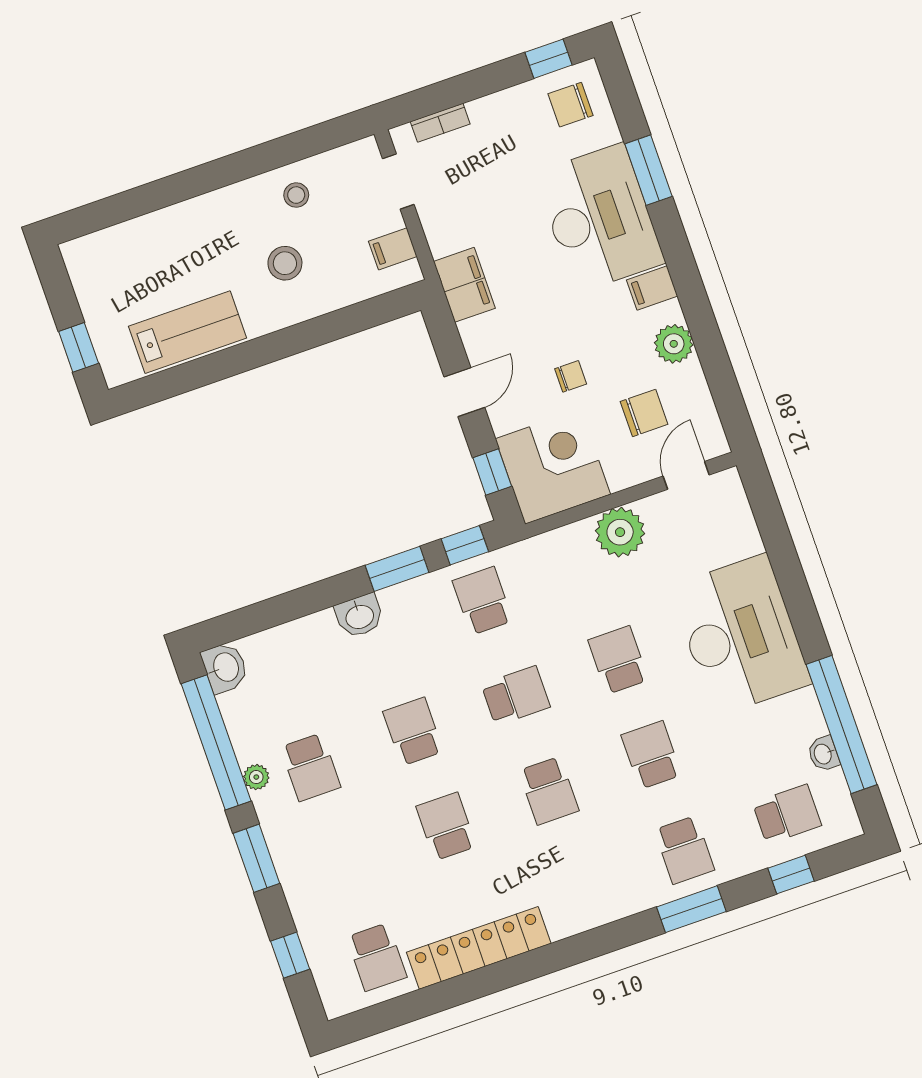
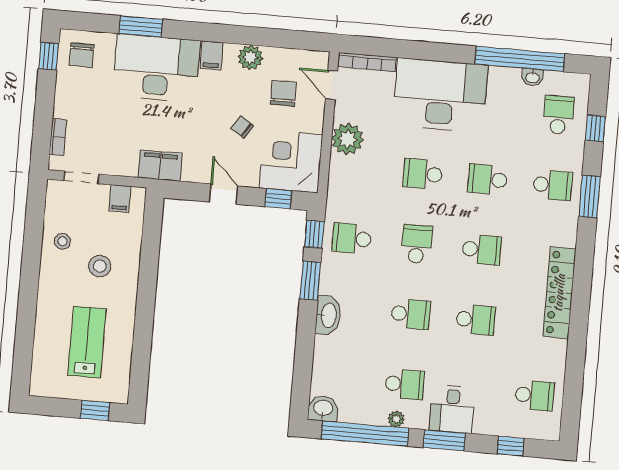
lab bench: (188, 332) -> (87, 342), moved
chair: (571, 376) -> (242, 127), turned -57
bookcase: (741, 511) -> (367, 62), added
washbasin: (359, 616) -> (328, 315), width x1.38
school desk: (413, 731) -> (411, 314), turned 180
school desk: (446, 826) -> (476, 320), turned 180
desk: (306, 850) -> (452, 409), added
locker: (479, 948) -> (559, 293), moved

